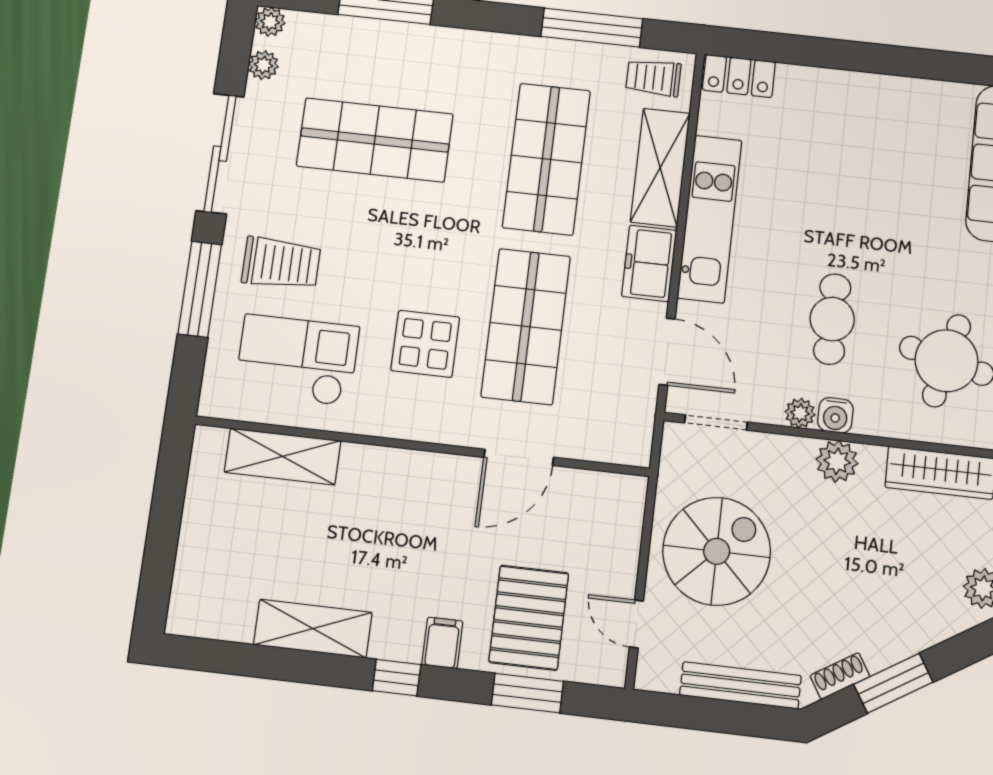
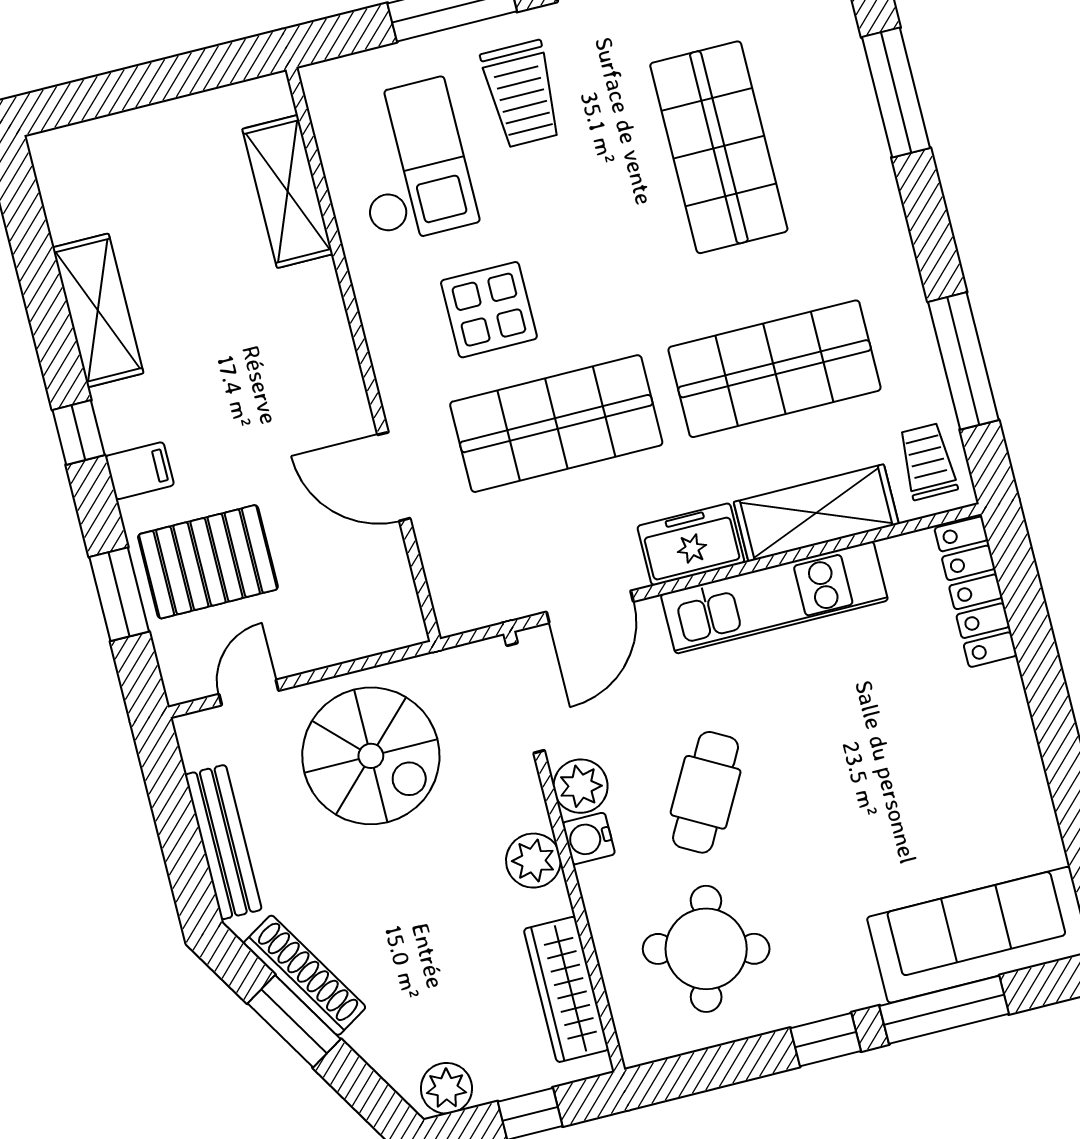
locker: (739, 76) -> (976, 592), width x1.53
cafe table: (832, 319) -> (706, 792), turned -61
plant: (800, 413) -> (581, 786), width x1.38, depth x1.38
doorway: (716, 422) -> (526, 698), width x1.38
shoe rack: (840, 676) -> (305, 975), width x1.94, depth x1.24

